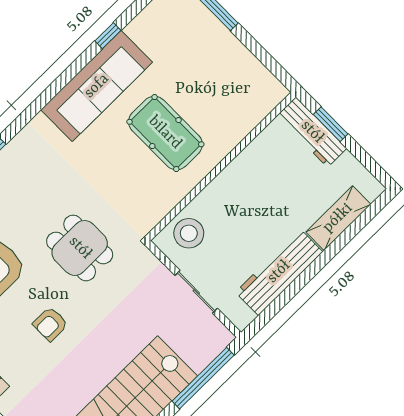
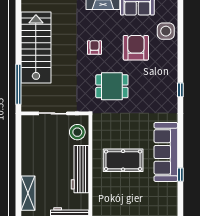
workbench: (279, 272) -> (80, 169), moved, turned 180

